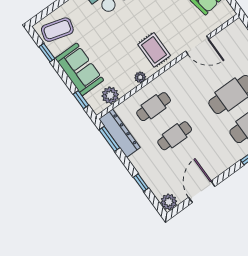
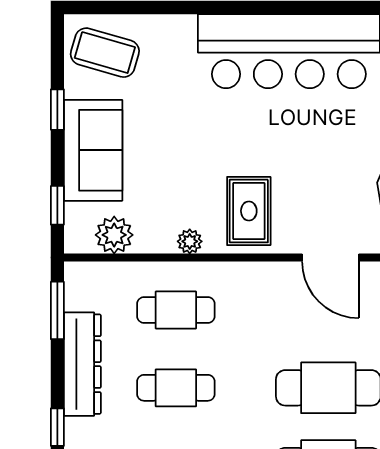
window: (47, 53) -> (57, 110), moved
dresser: (119, 133) -> (82, 364), moved

